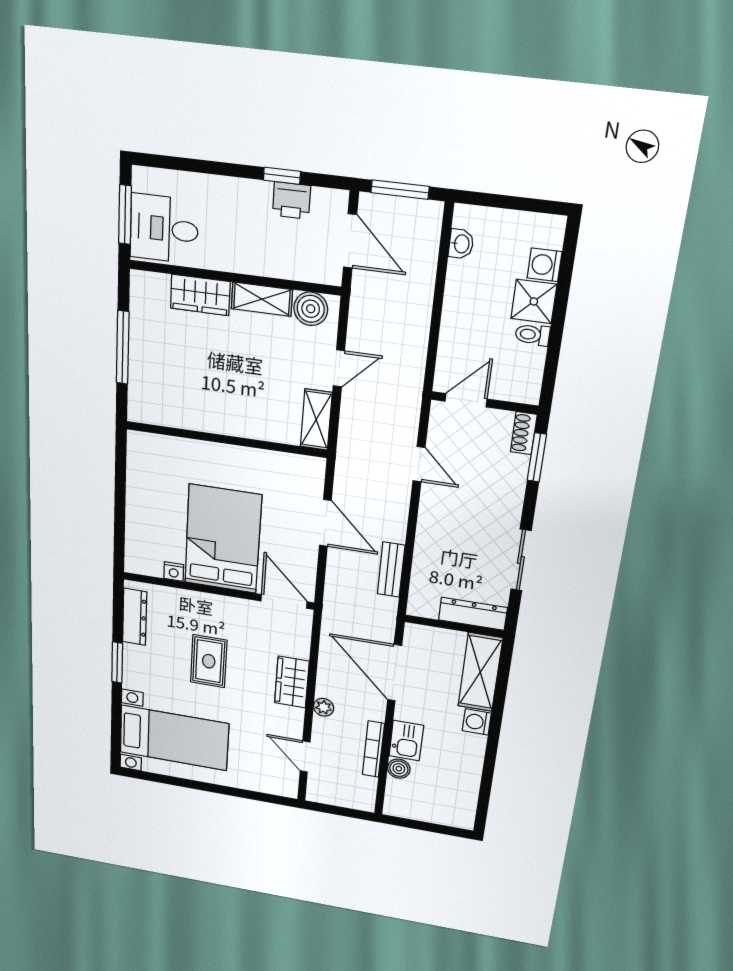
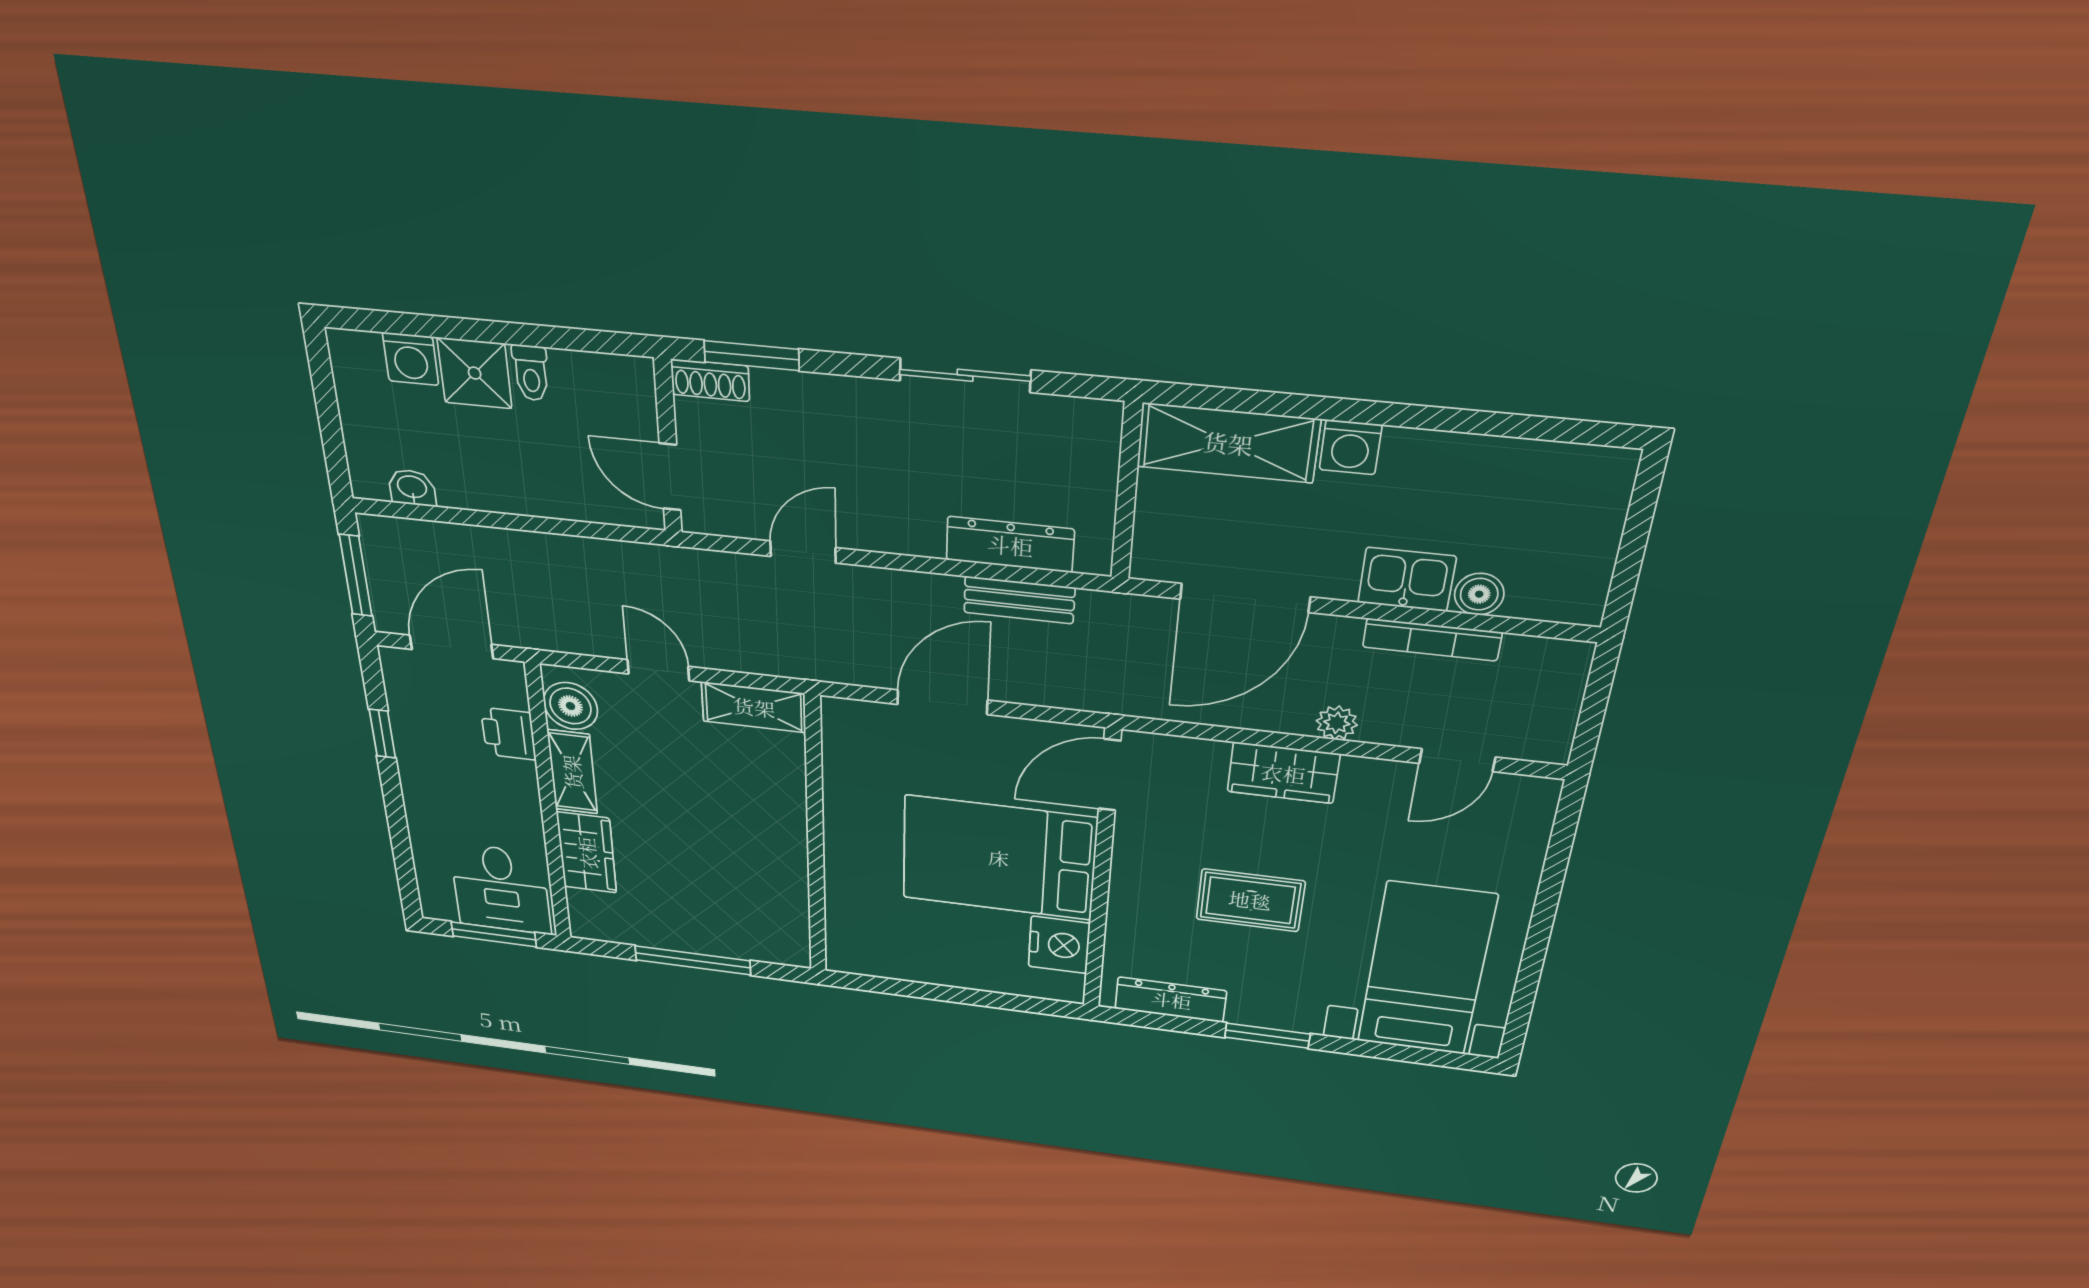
printer: (291, 200) -> (508, 734), moved, turned 180
nightstand: (174, 572) -> (1059, 945), width x1.89, depth x1.79
dresser: (473, 614) -> (1010, 545), moved, turned 90

